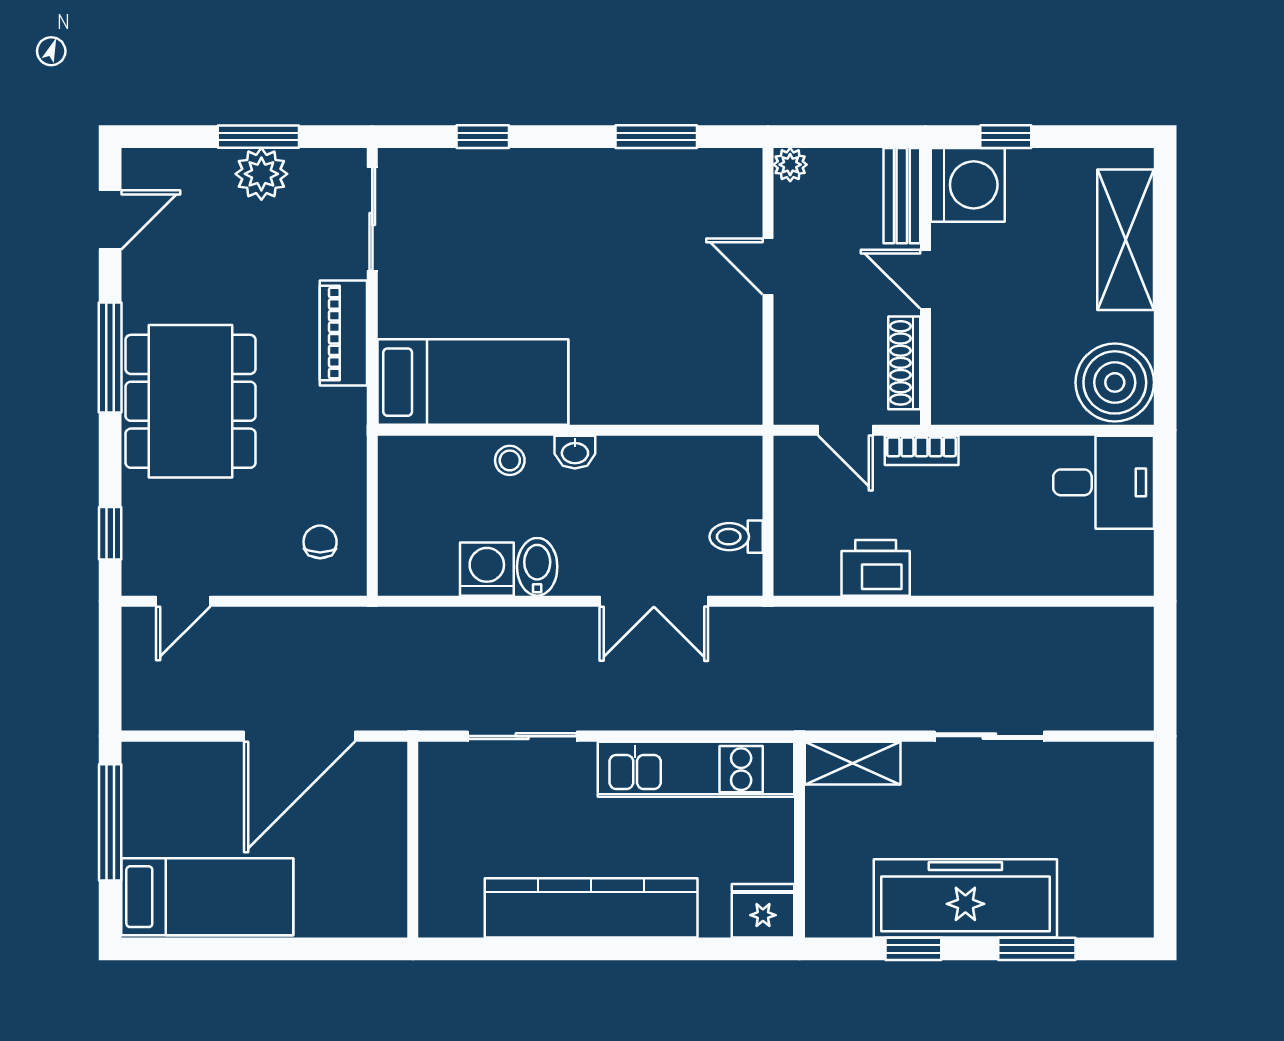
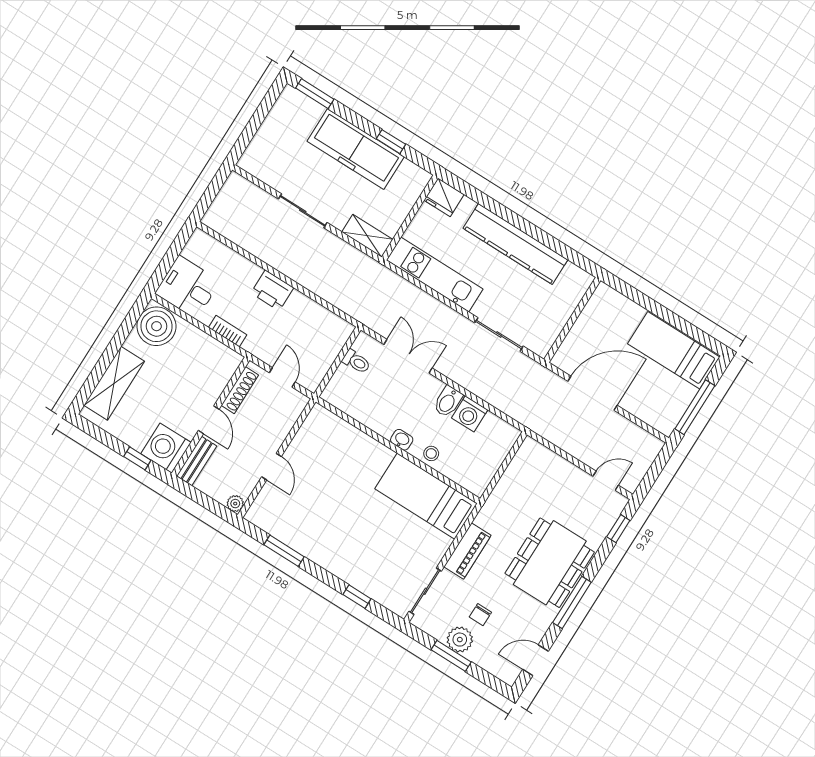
bookcase: (922, 450) -> (228, 331), moved
chair: (320, 542) -> (480, 615), moved
printer: (876, 568) -> (272, 290), moved
window: (1037, 949) -> (315, 94), moved

